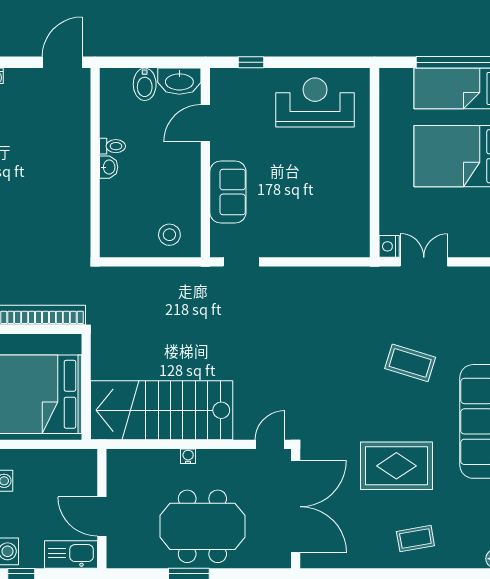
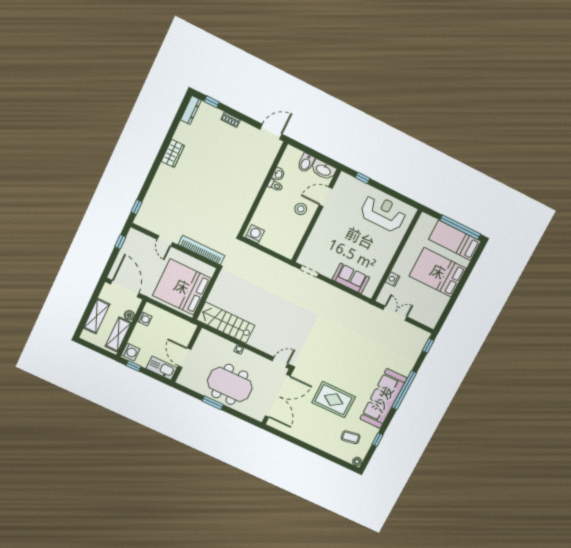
washbasin: (109, 167) -> (278, 174), moved
sofa: (228, 192) -> (351, 278), moved, turned -90
stool: (169, 235) -> (301, 209), moved
washing machine: (118, 244) -> (255, 234), added
nightstand: (389, 246) -> (393, 279), moved
coffee table: (410, 363) -> (364, 356), removed
stairs: (162, 410) -> (226, 323), width x0.73, depth x0.66
coffee table: (415, 539) -> (351, 437), moved

